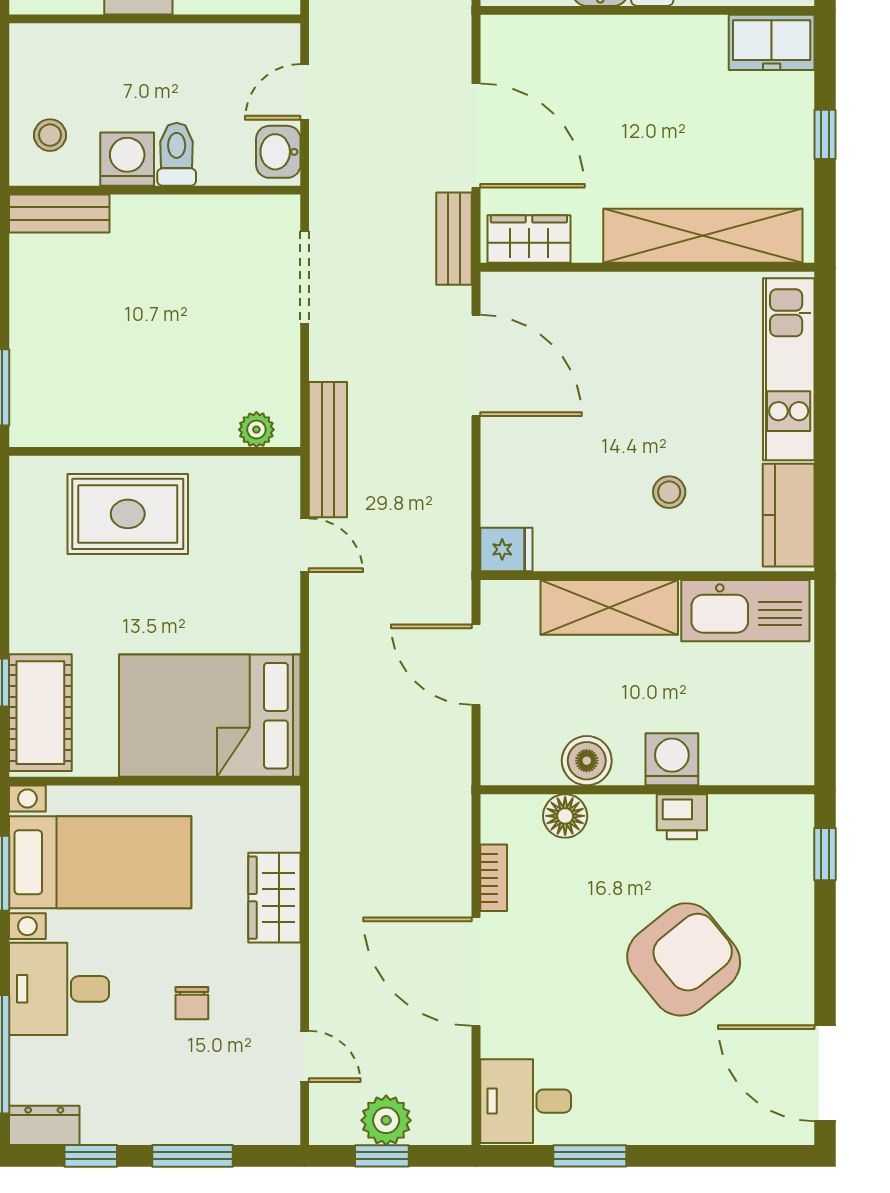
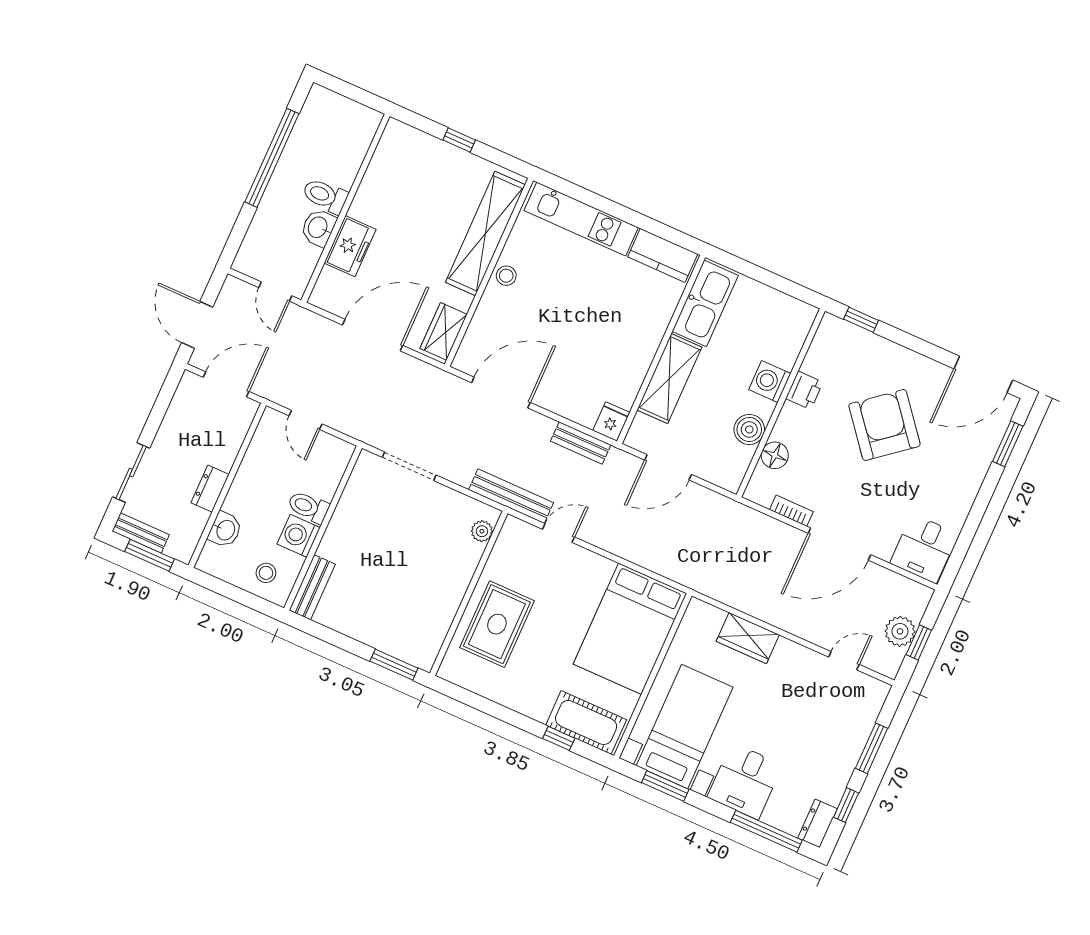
freezer: (772, 42) -> (350, 246), moved
washbasin: (278, 152) -> (225, 530), moved, turned -90
bench: (454, 239) -> (581, 443), moved
stool: (669, 492) -> (506, 276), moved
chair: (192, 1003) -> (786, 710), removed
window: (590, 1156) -> (1008, 444), moved

